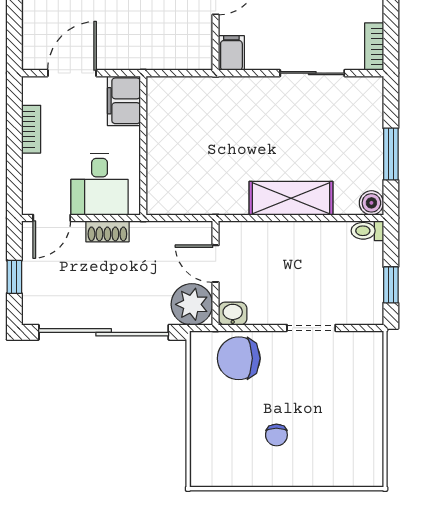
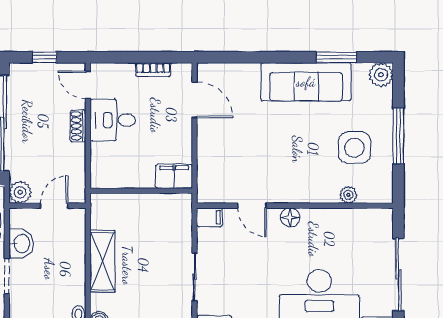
filing cabinet: (124, 101) -> (174, 176), moved
wall: (143, 146) -> (141, 191), moved
plant: (192, 304) -> (20, 192), width x0.73, depth x0.73
washbasin: (233, 314) -> (21, 244), moved, width x1.38, depth x1.45

